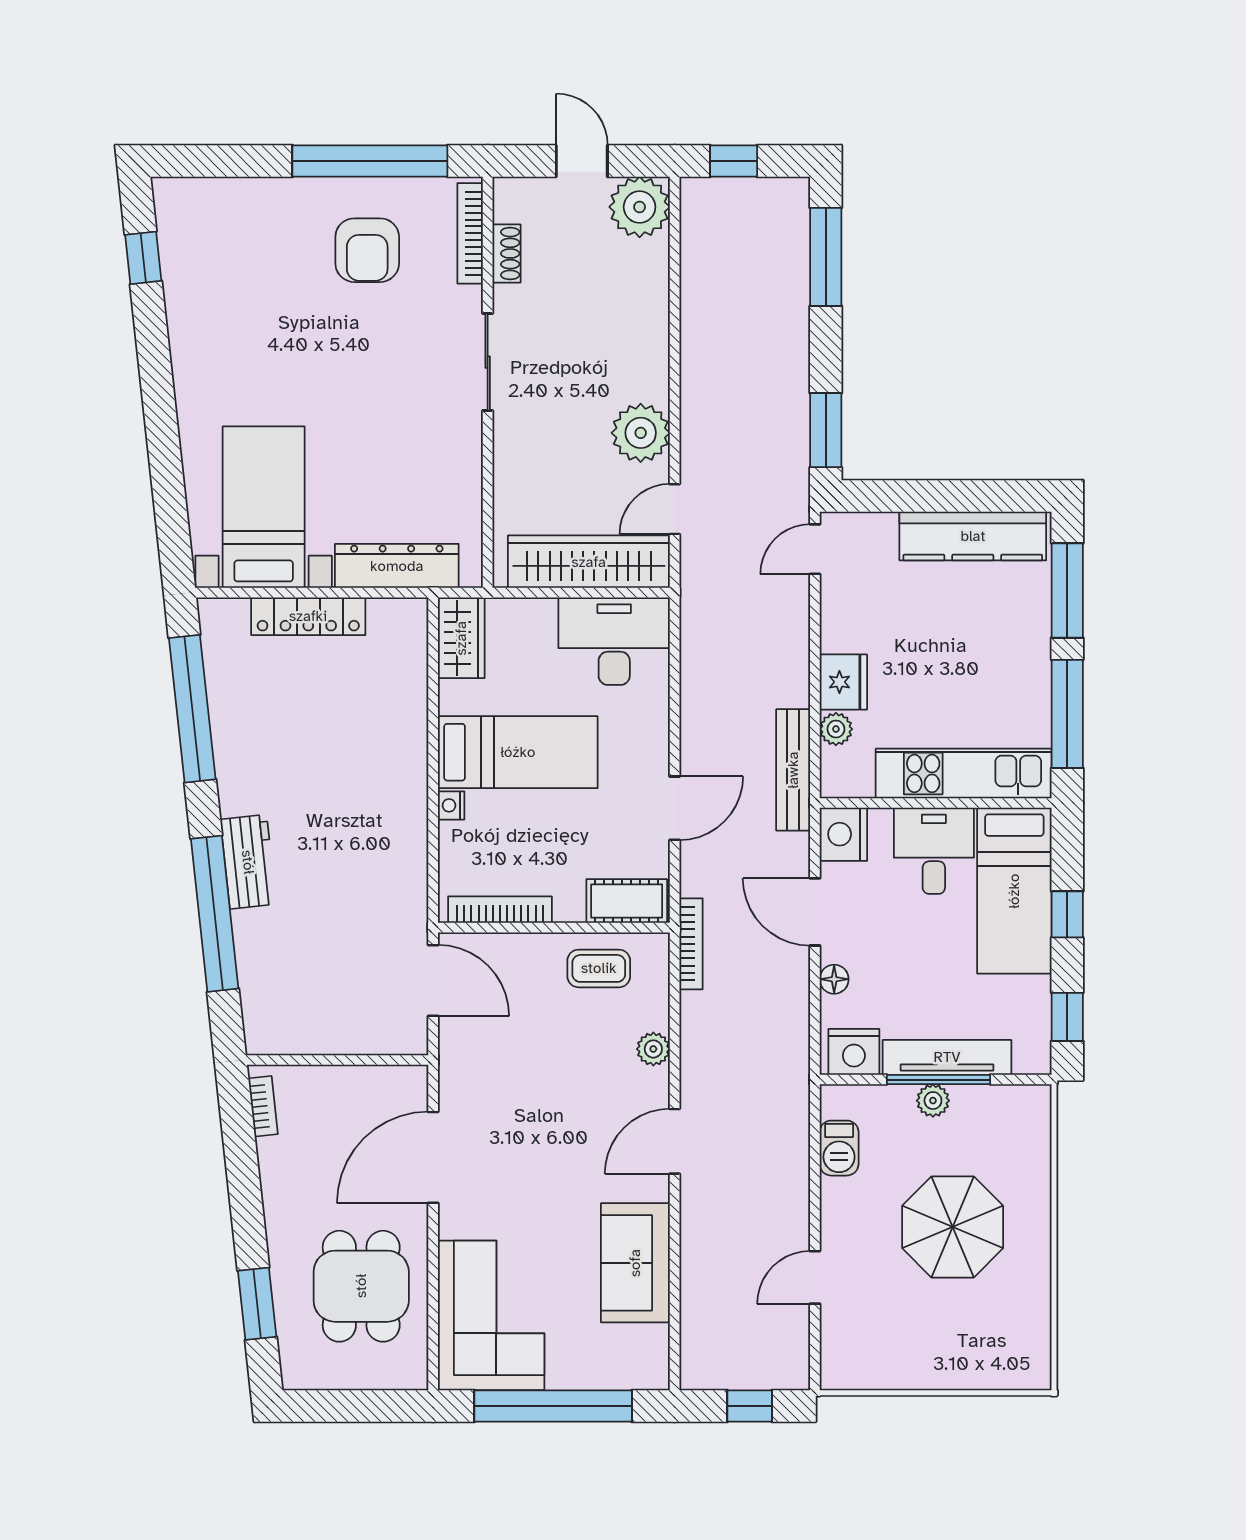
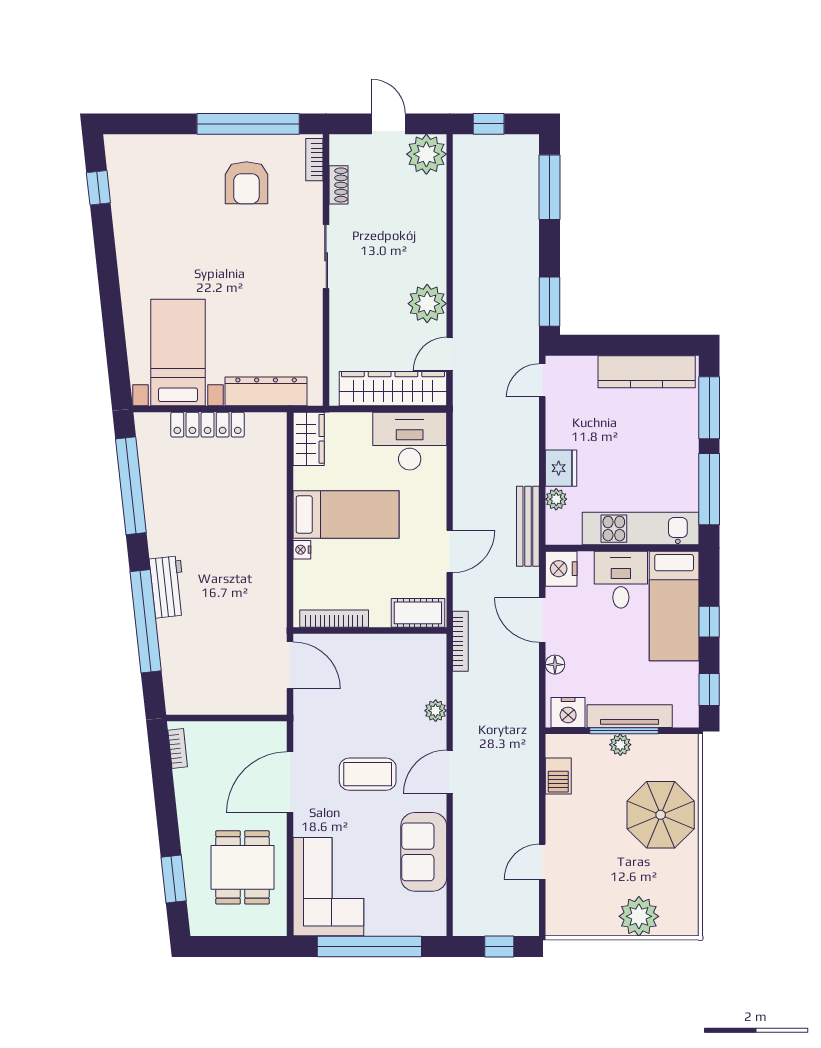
bookcase: (470, 233) -> (314, 160), width x0.64
coffee table: (599, 968) -> (368, 774), moved, width x1.36, depth x1.30
parasol: (953, 1227) -> (661, 815), moved
plant: (961, 1360) -> (639, 916), added

